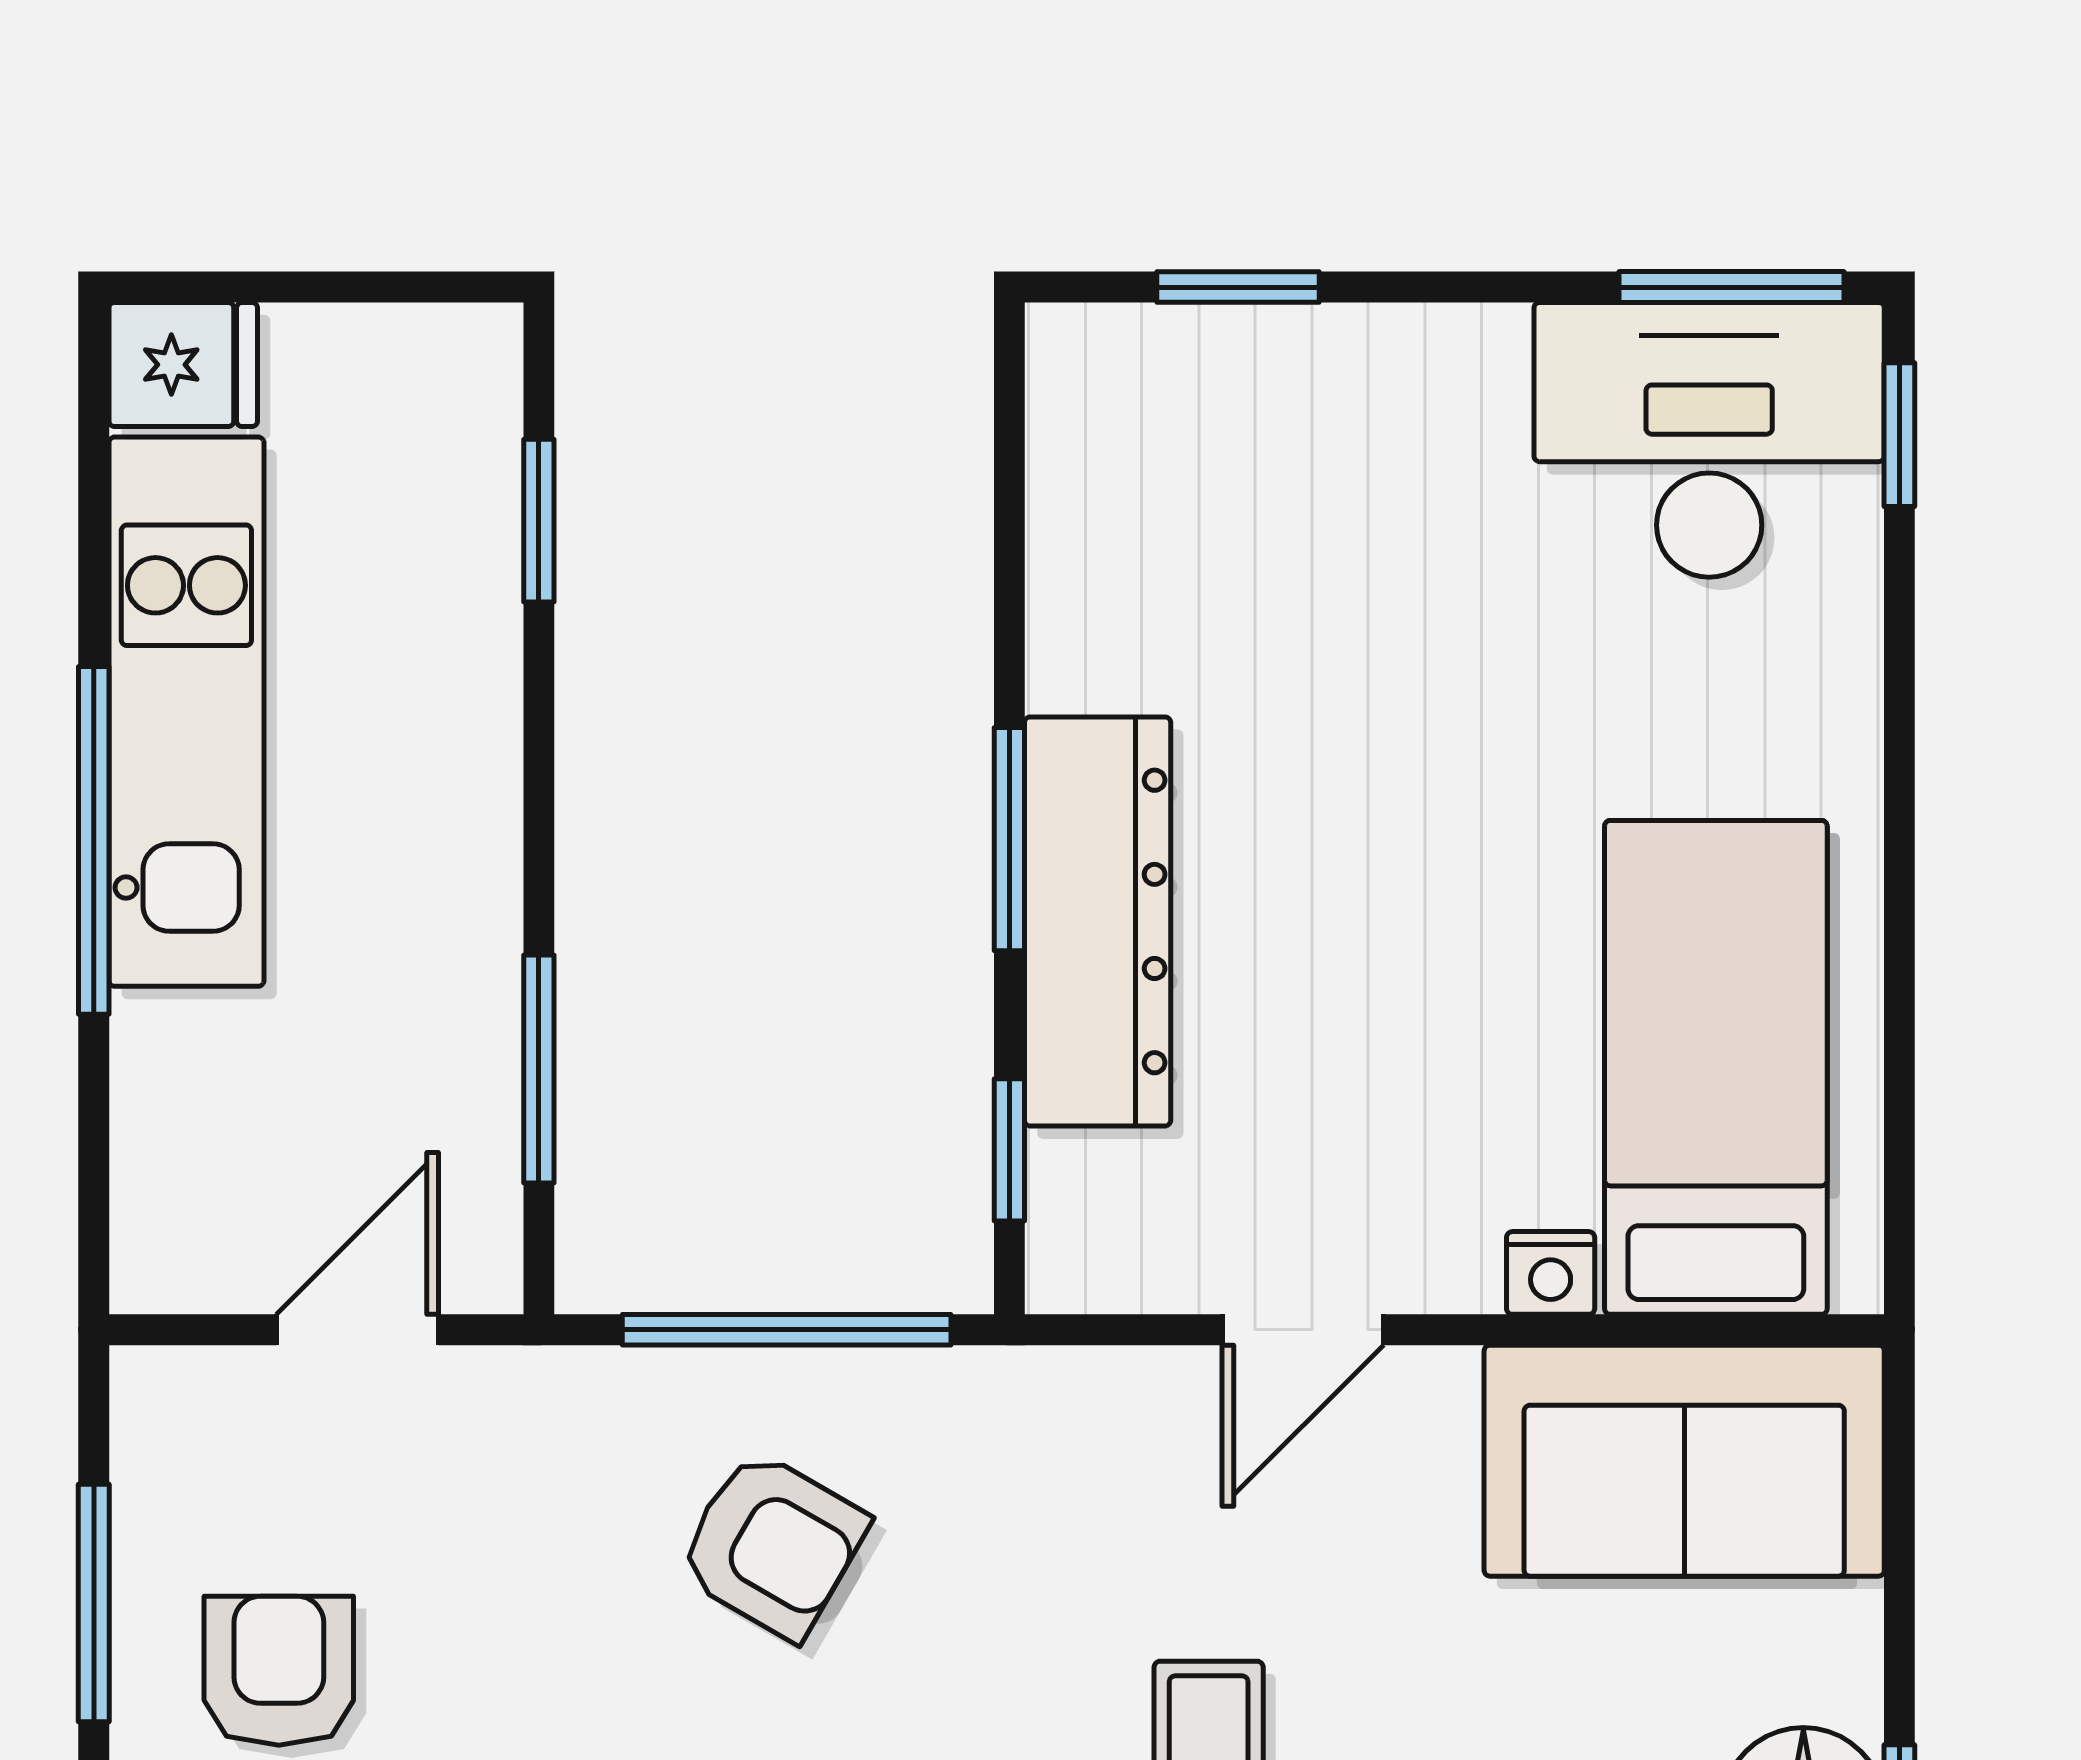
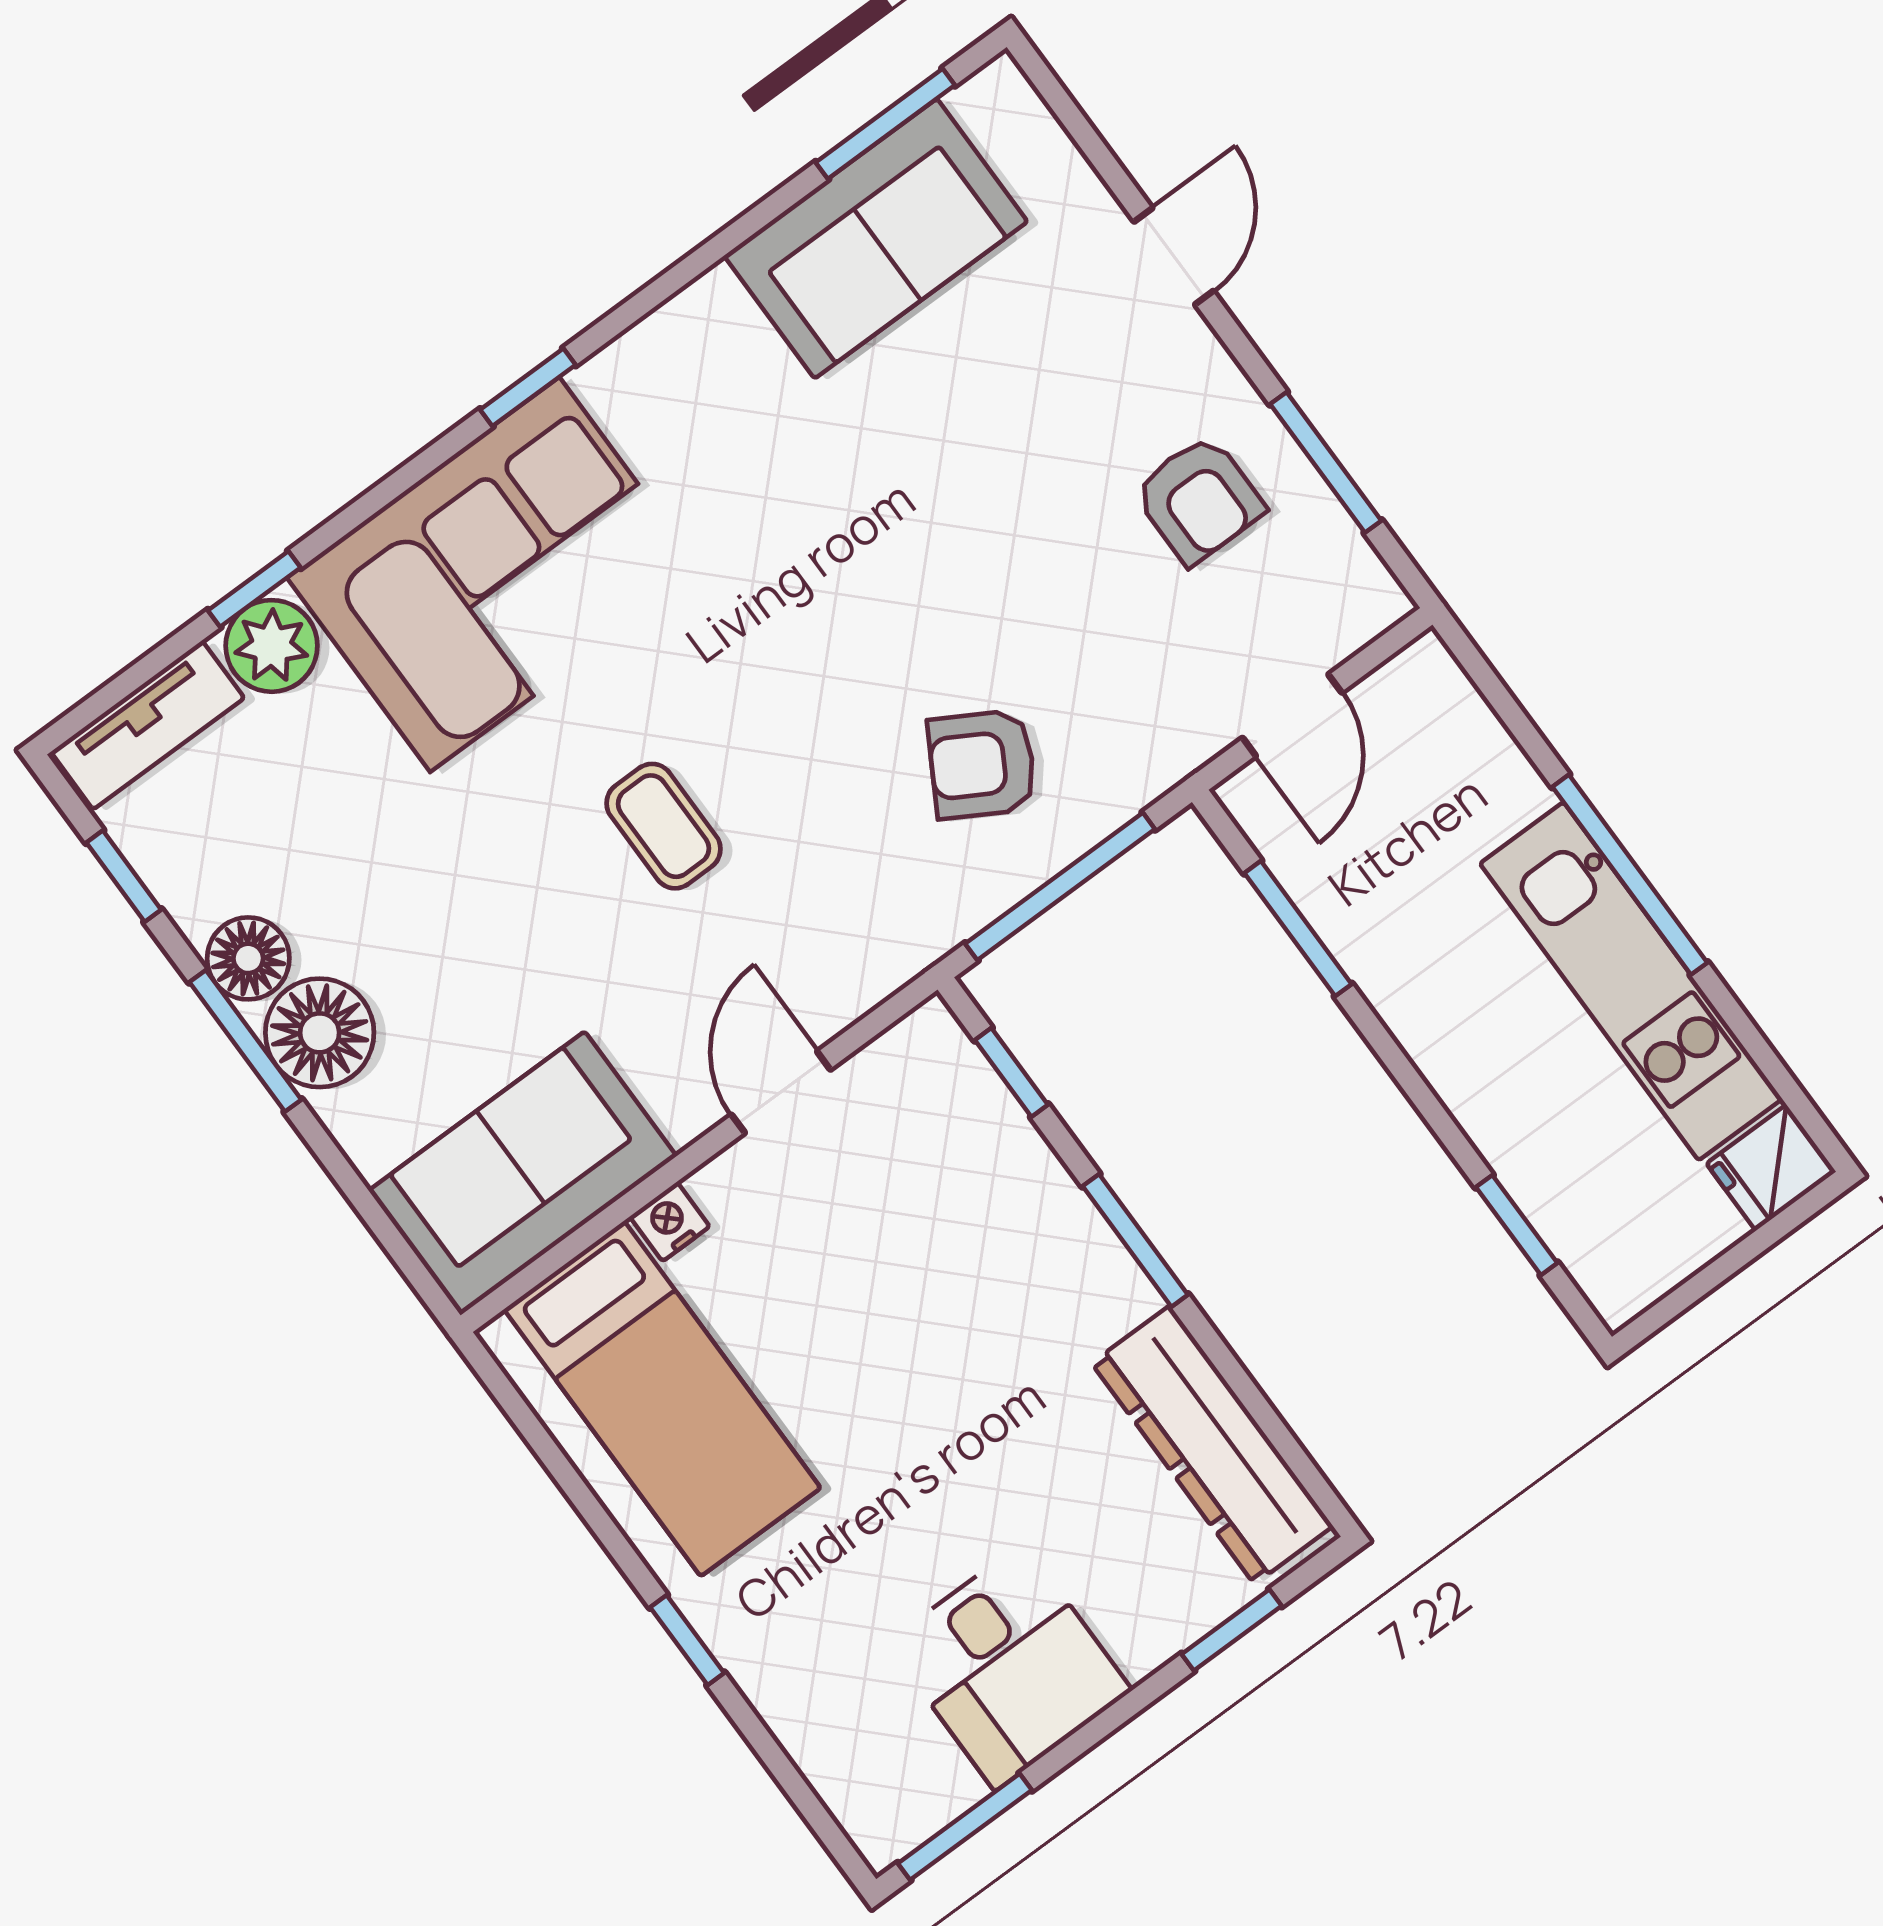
window: (1899, 435) -> (687, 1640), moved
desk: (1709, 440) -> (1009, 1667), moved, width x0.73
dresser: (1098, 921) -> (1212, 1445), moved

